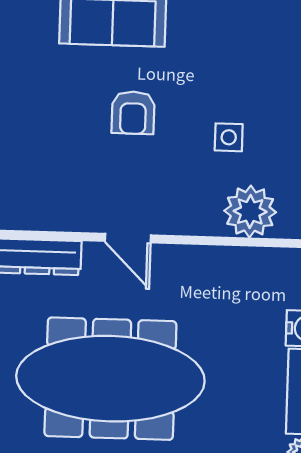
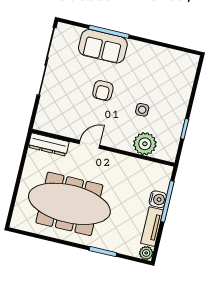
door: (128, 238) -> (90, 144), swing flipped

